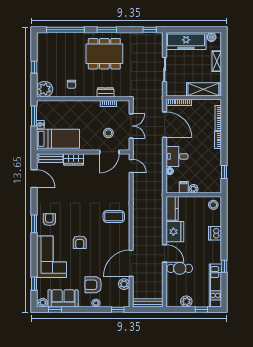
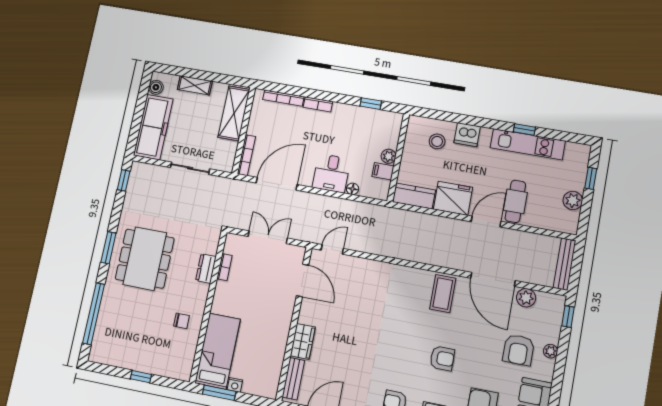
plant: (45, 89) -> (180, 366), removed
stool: (108, 133) -> (272, 276), removed
bed: (58, 139) -> (218, 351), moved
stool: (213, 205) -> (437, 141), moved
coffee table: (114, 217) -> (443, 294), moved
kitchen unit: (215, 285) -> (528, 144), moved

